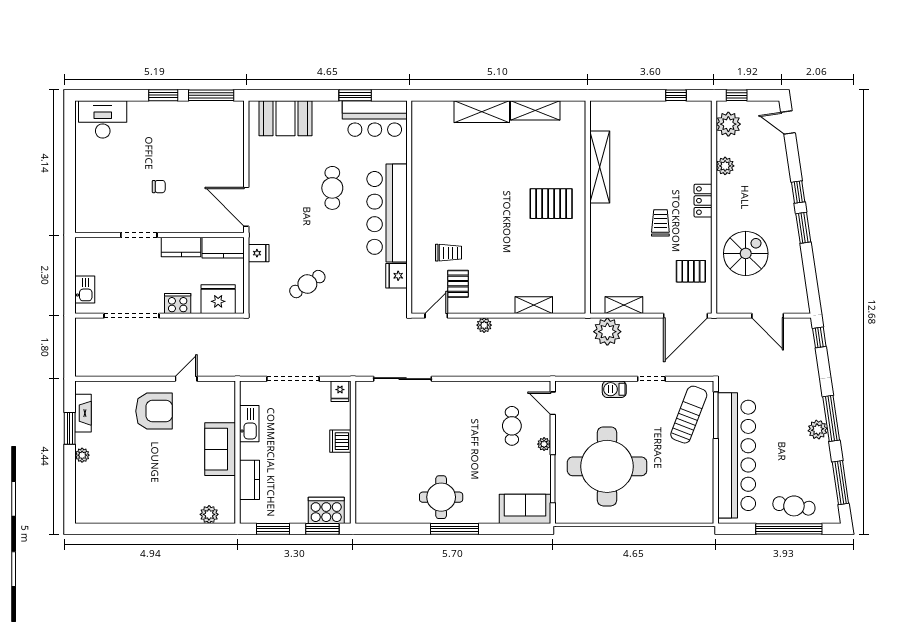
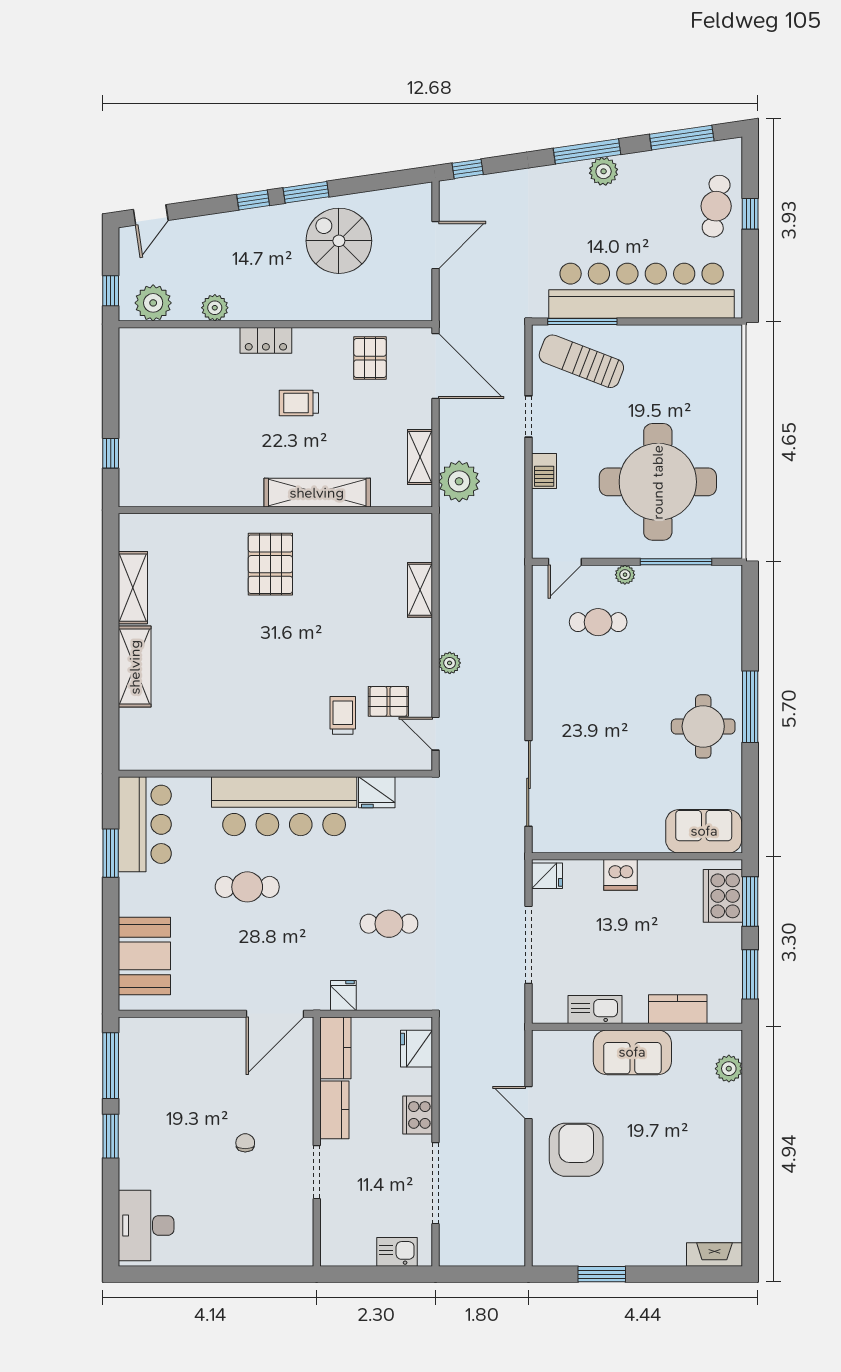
window: (676, 95) -> (111, 453), moved
shelving: (600, 167) -> (317, 493), moved
spiral stairs: (746, 253) -> (339, 241), moved
cafe table: (307, 284) -> (389, 924), turned -57
fridge: (218, 299) -> (417, 1049), width x0.73, depth x0.75
fireplace: (83, 413) -> (714, 1255), moved
plant: (82, 455) -> (641, 1256), removed
sofa: (525, 509) -> (704, 831), moved, turned 90
window: (789, 529) -> (750, 214), width x0.32

